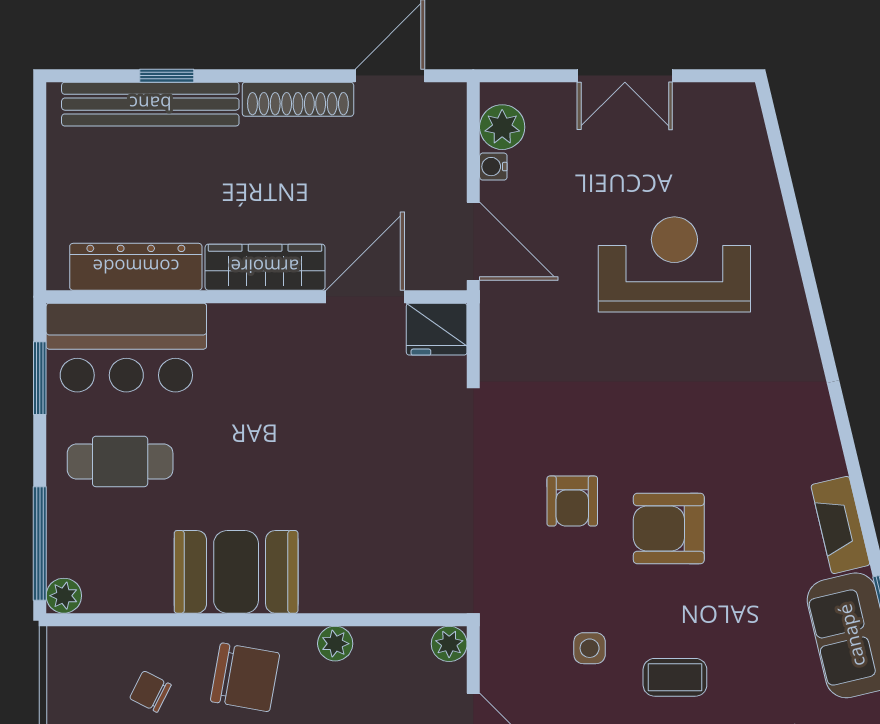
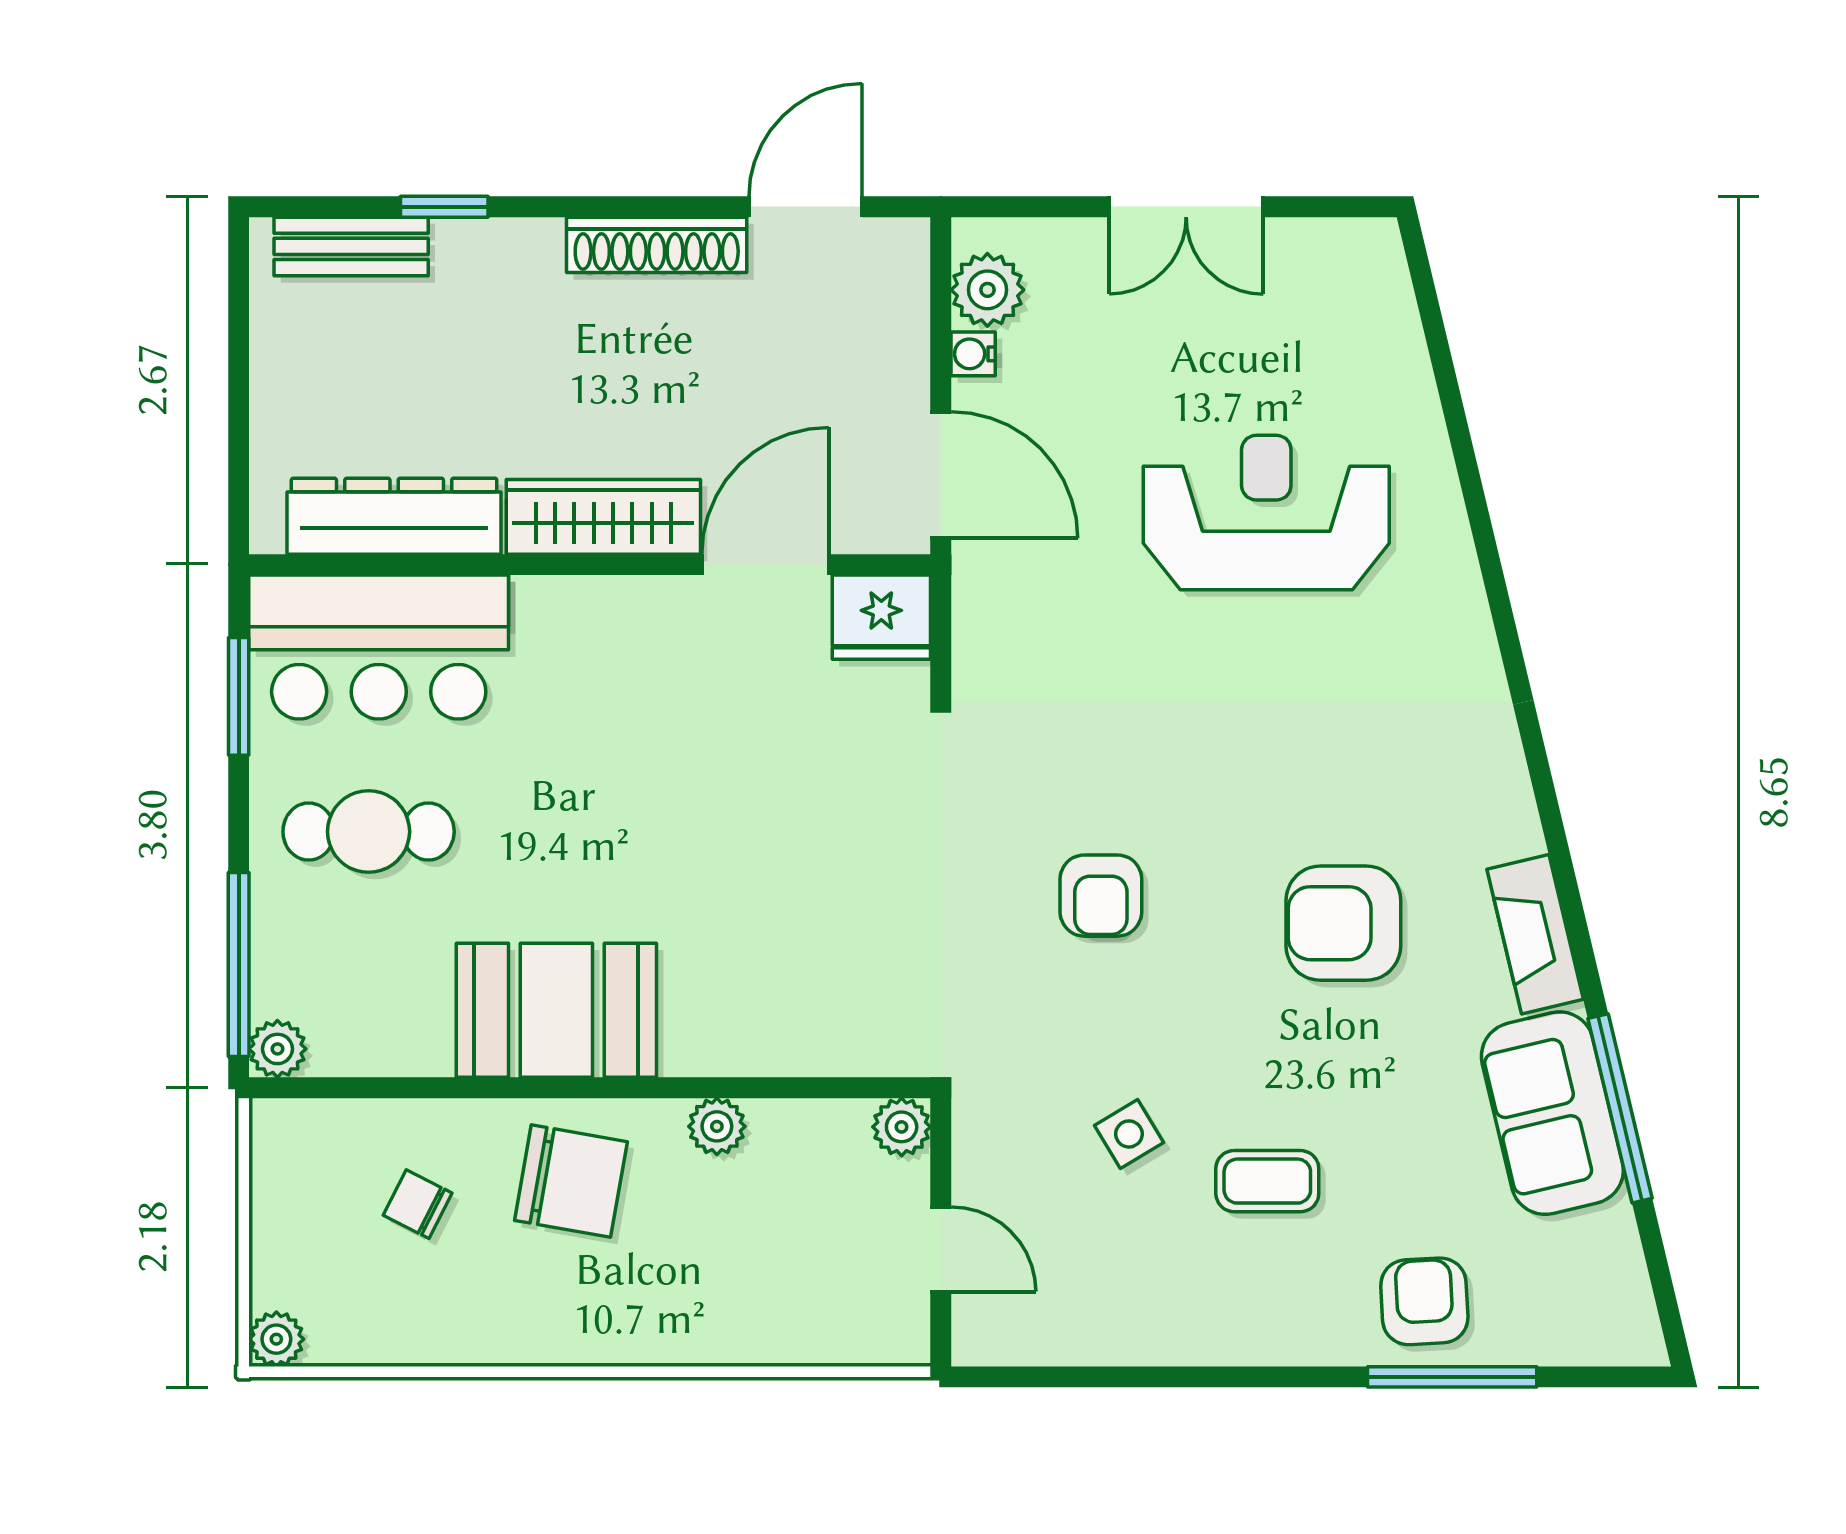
bench: (150, 104) -> (351, 246), width x0.54, depth x0.82
armchair: (669, 529) -> (1343, 923), moved
side table: (590, 648) -> (1129, 1134), turned -31

